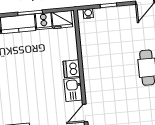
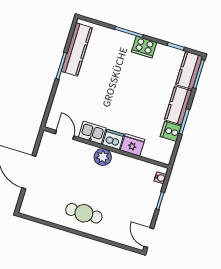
fridge: (62, 20) -> (133, 145), moved, turned 90
plant: (91, 72) -> (103, 157), added

